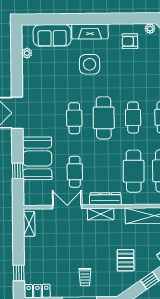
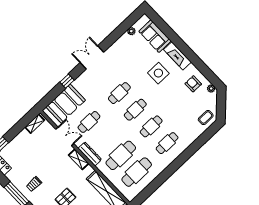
cafe table: (104, 118) -> (135, 110), width x0.73, depth x0.74
booth: (37, 158) -> (66, 104), moved
window: (18, 171) -> (67, 81), moved

